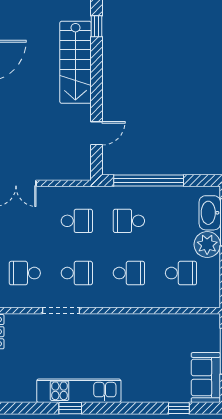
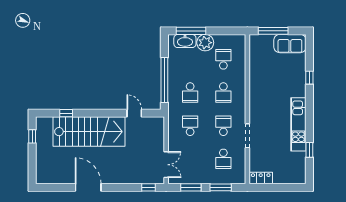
stairs: (75, 62) -> (89, 132), width x1.36, depth x1.51
school desk: (129, 273) -> (223, 93), turned 180
window: (70, 408) -> (309, 150), moved
window: (179, 408) -> (309, 78), moved

